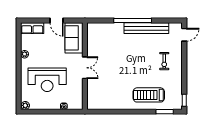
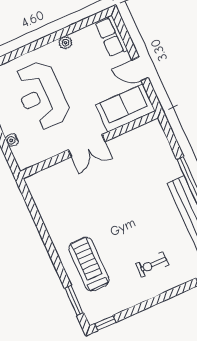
door: (57, 21) -> (140, 69), hinge flipped

